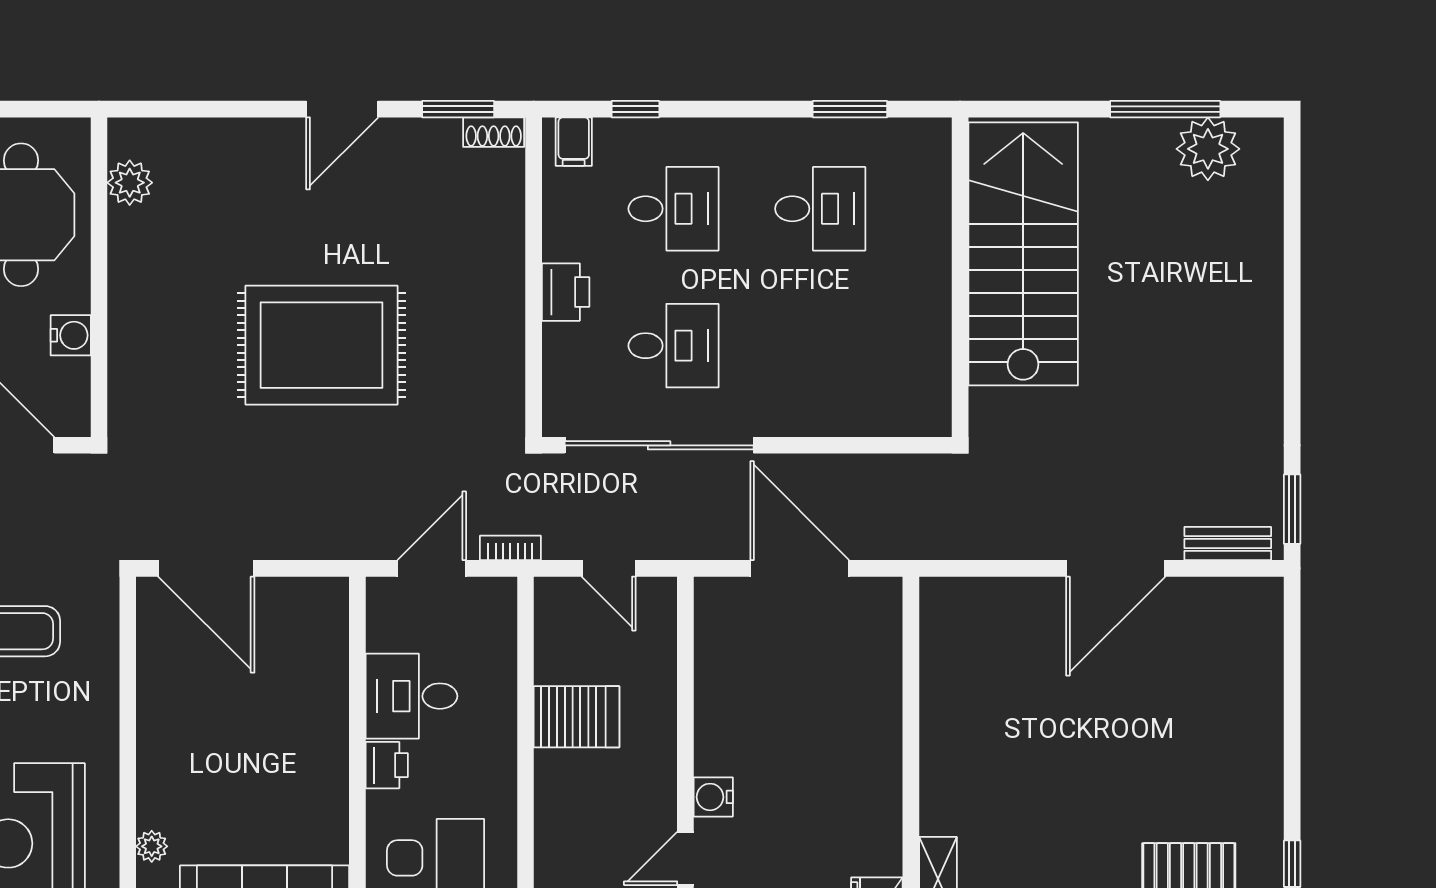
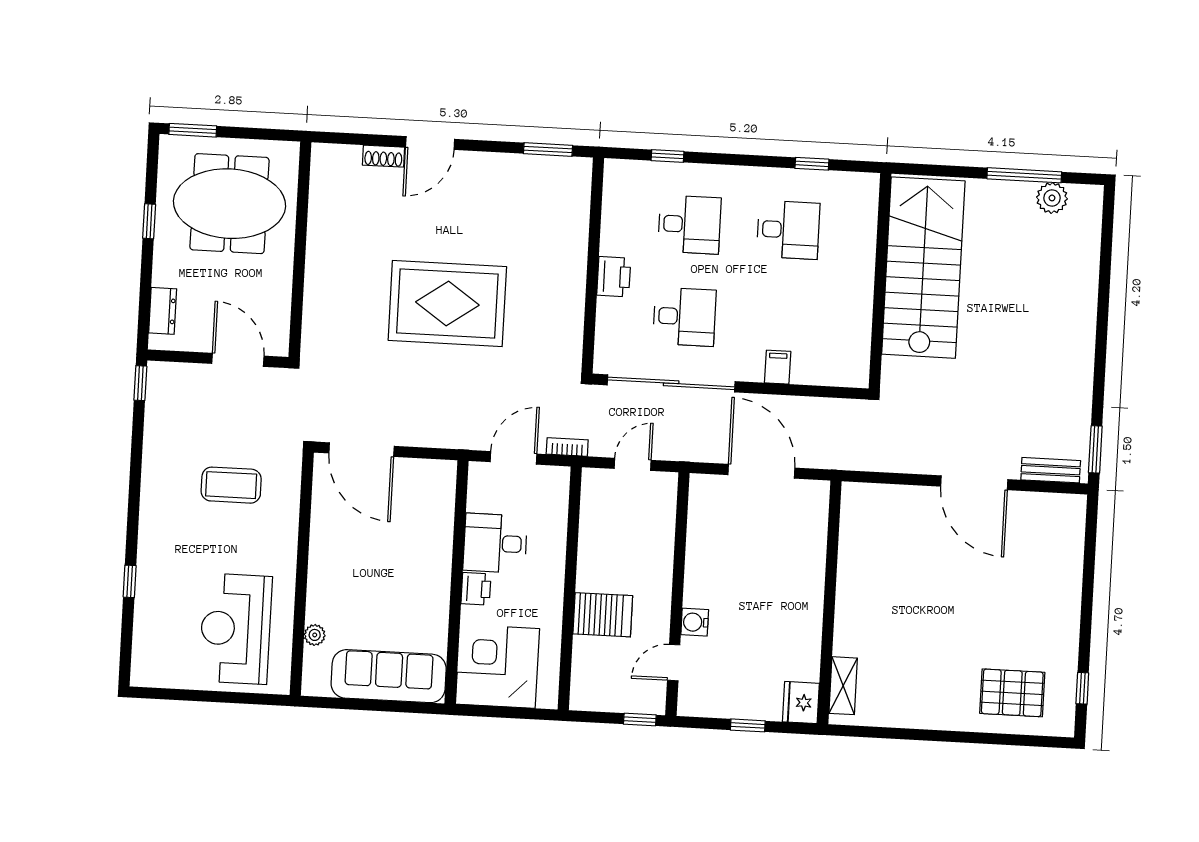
door: (342, 109) -> (430, 143), moved
window: (850, 109) -> (812, 164), width x0.67
shoe rack: (494, 132) -> (383, 156), moved
filing cabinet: (574, 142) -> (778, 367), moved, turned 180
plant: (1208, 149) -> (1052, 198), width x0.73, depth x0.73
plant: (130, 183) -> (324, 187), removed
water cooler: (71, 335) -> (279, 288), removed
door: (609, 568) -> (633, 464), swing flipped
door: (1116, 568) -> (974, 483), hinge flipped
server rack: (576, 717) -> (603, 615), moved

